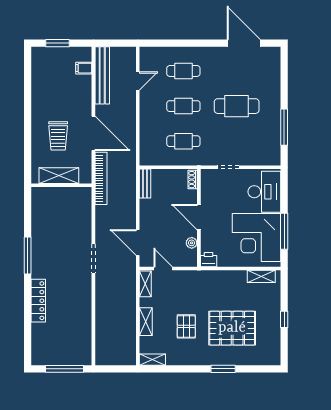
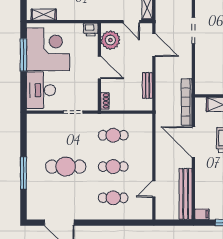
filing cabinet: (84, 68) -> (202, 214), moved
window: (284, 127) -> (23, 173), moved
bench: (145, 183) -> (147, 85), moved
plant: (192, 243) -> (110, 40), width x1.88, depth x1.88

